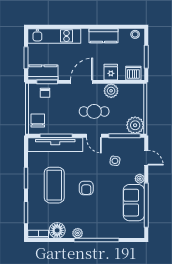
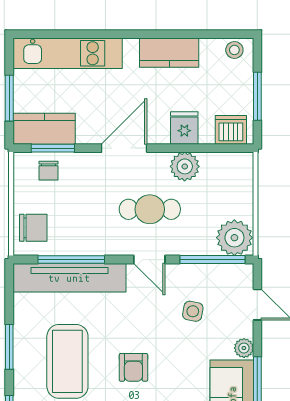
chair: (38, 120) -> (33, 228), turned 90

